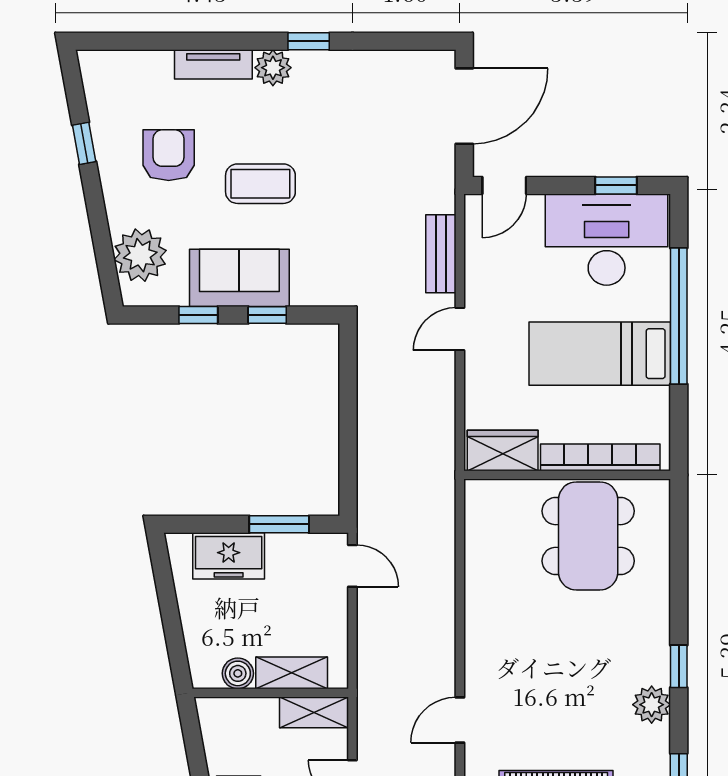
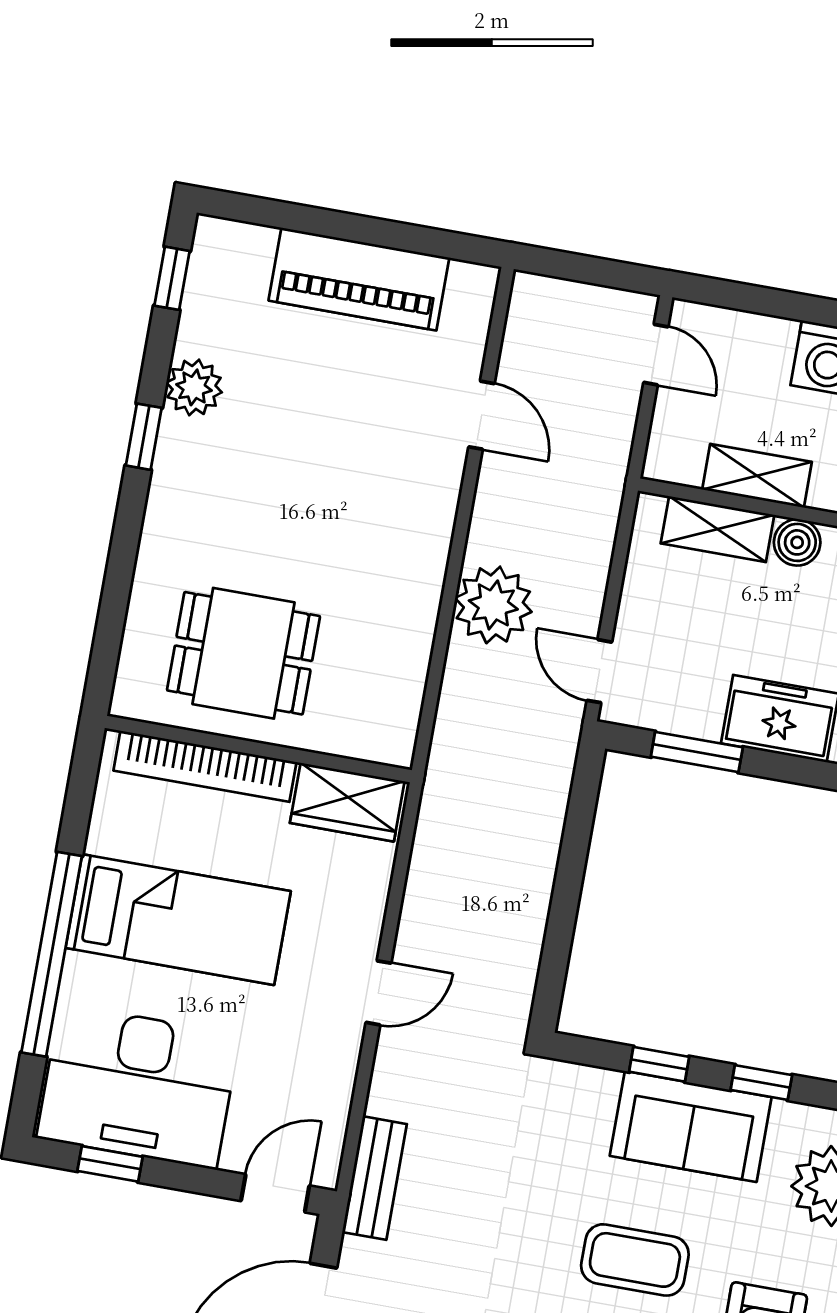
bench: (441, 254) -> (374, 1178), moved
dining table: (588, 536) -> (244, 653), width x0.73
plant: (430, 597) -> (493, 605), added
shelving: (314, 712) -> (757, 476), moved
door: (460, 720) -> (481, 415), hinge flipped

